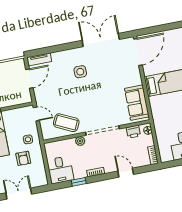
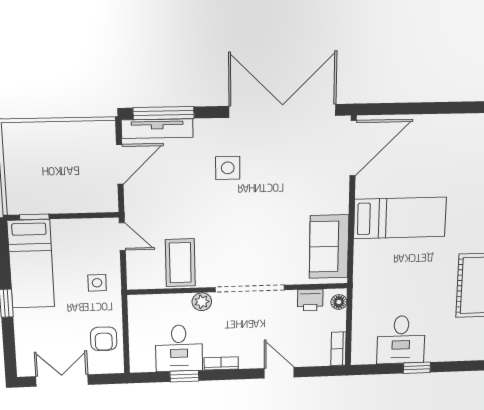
double door: (101, 40) -> (283, 111), width x1.36
window: (46, 51) -> (164, 113), added
tv unit: (39, 59) -> (157, 129), width x1.41
coffee table: (66, 123) -> (180, 263), turned 64
armchair: (23, 158) -> (104, 339), moved
desk: (60, 170) -> (179, 348), moved

